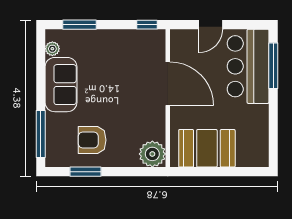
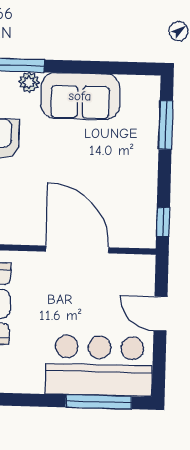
plant: (52, 49) -> (29, 82), moved
door: (168, 84) -> (77, 249), swing flipped

